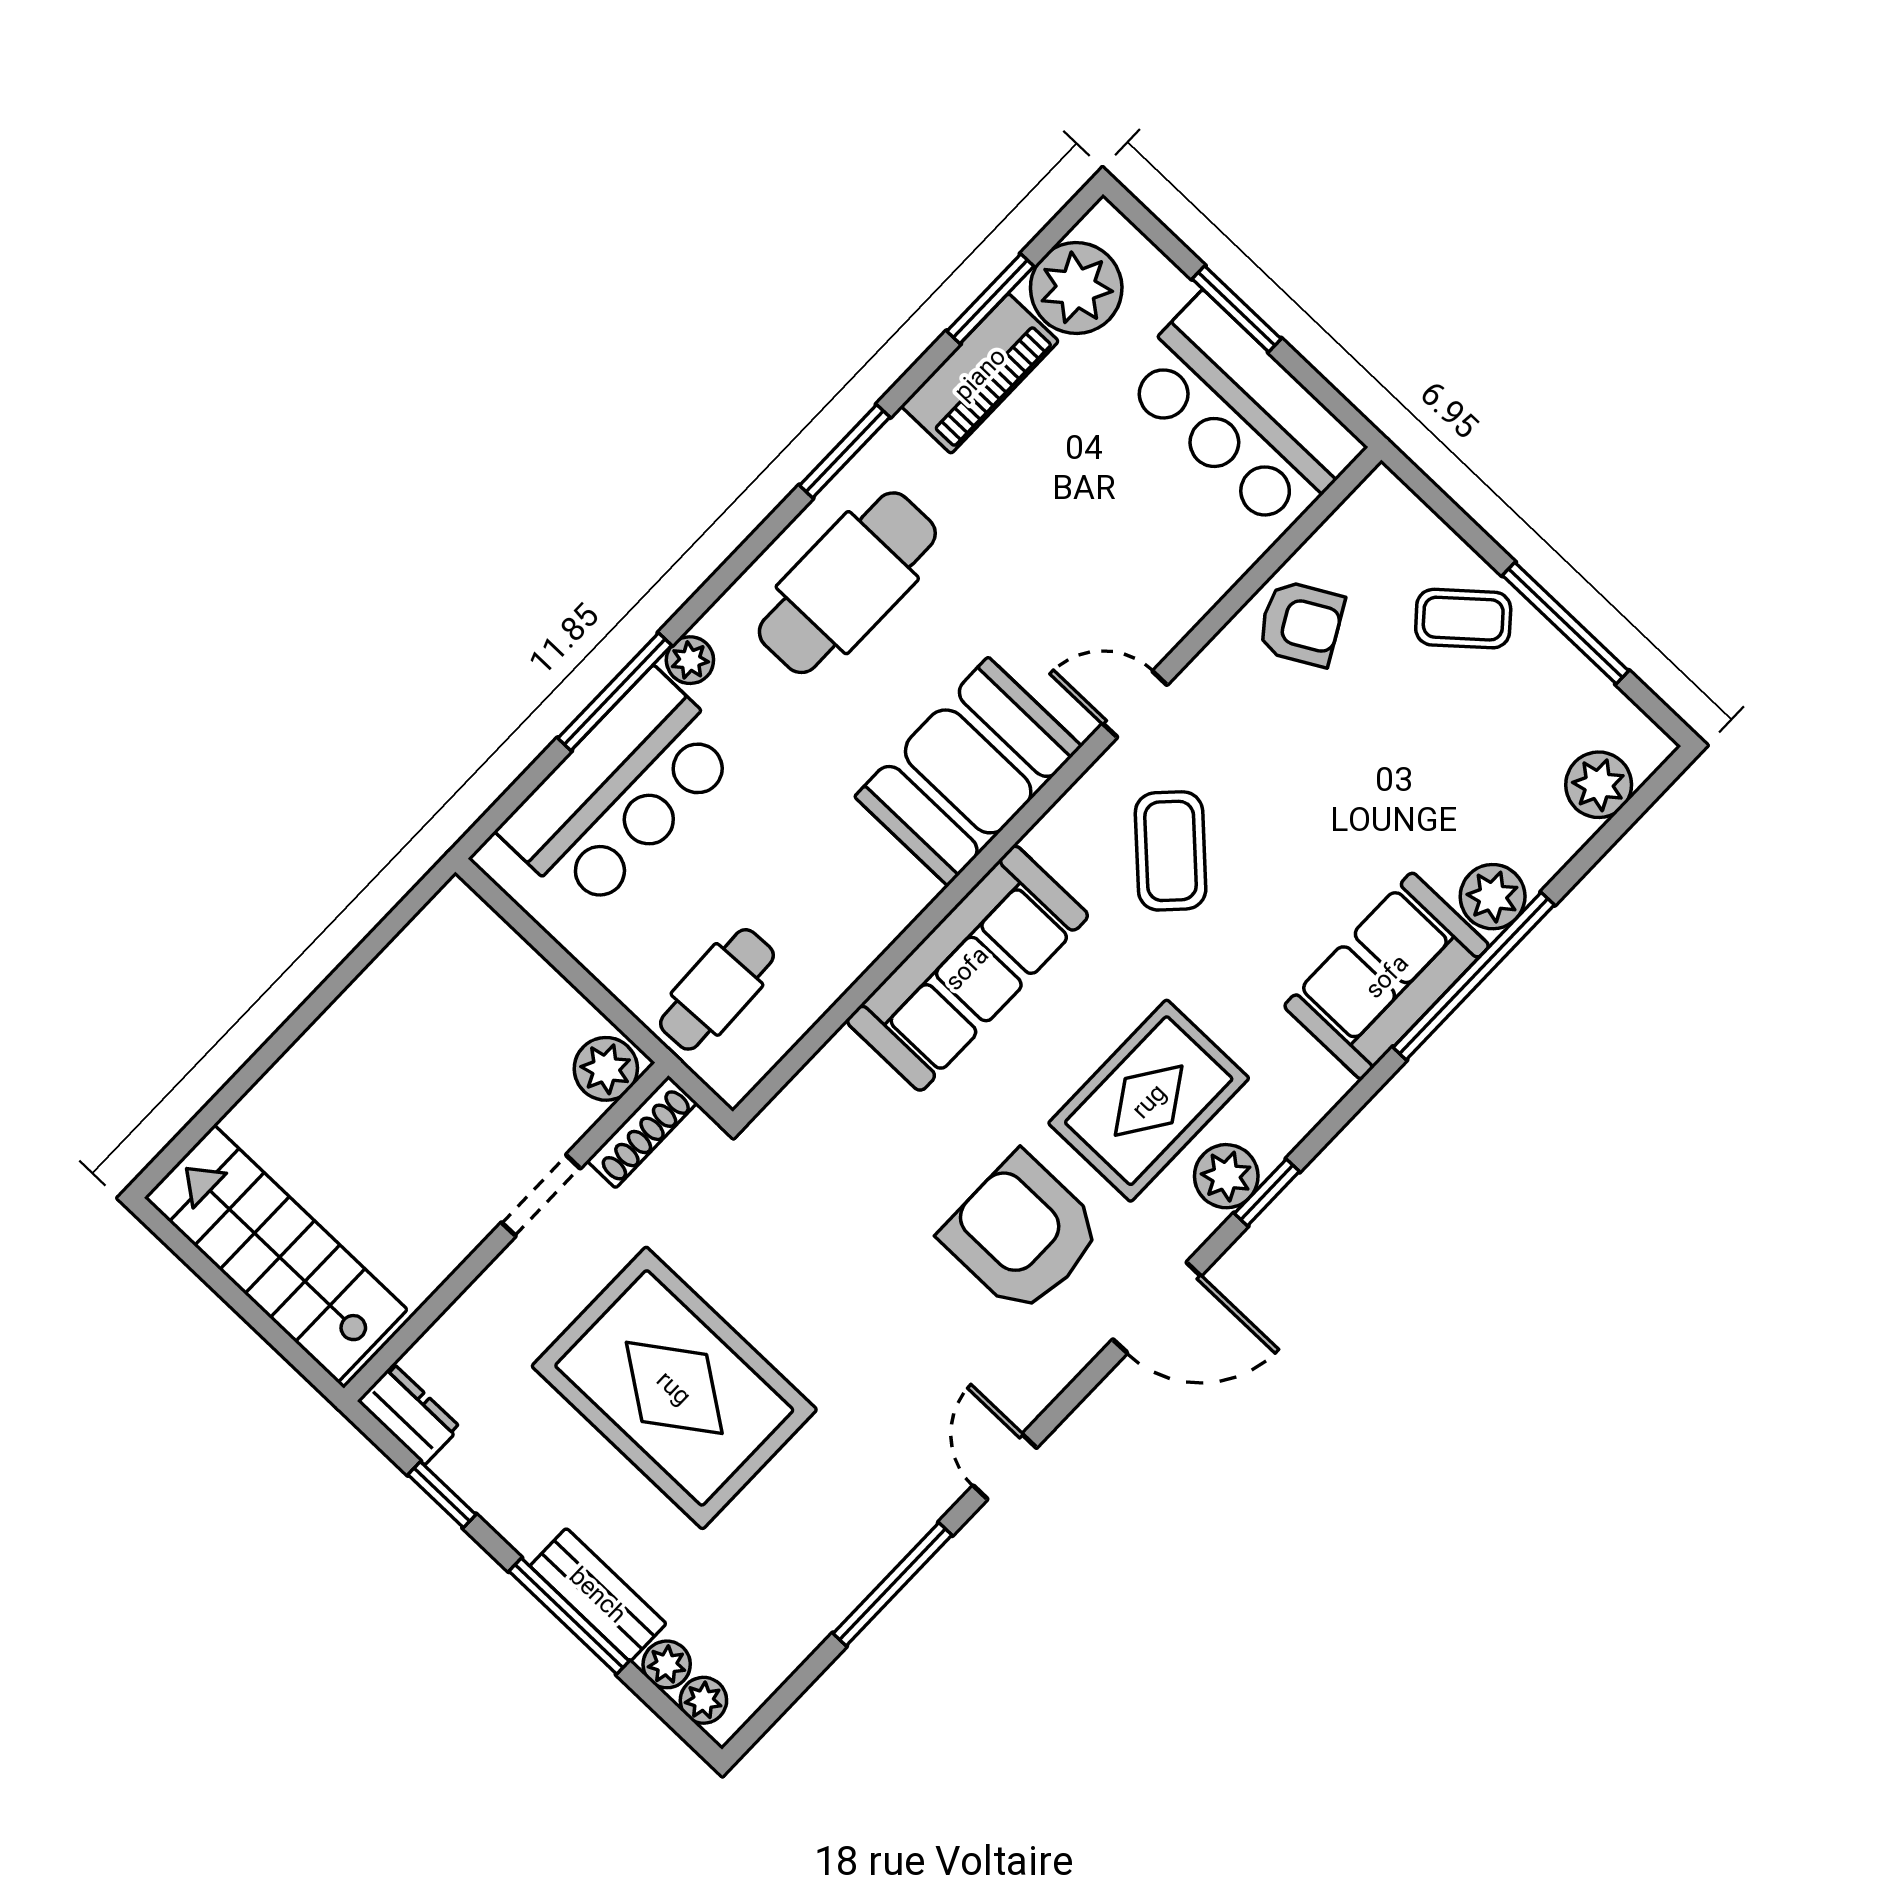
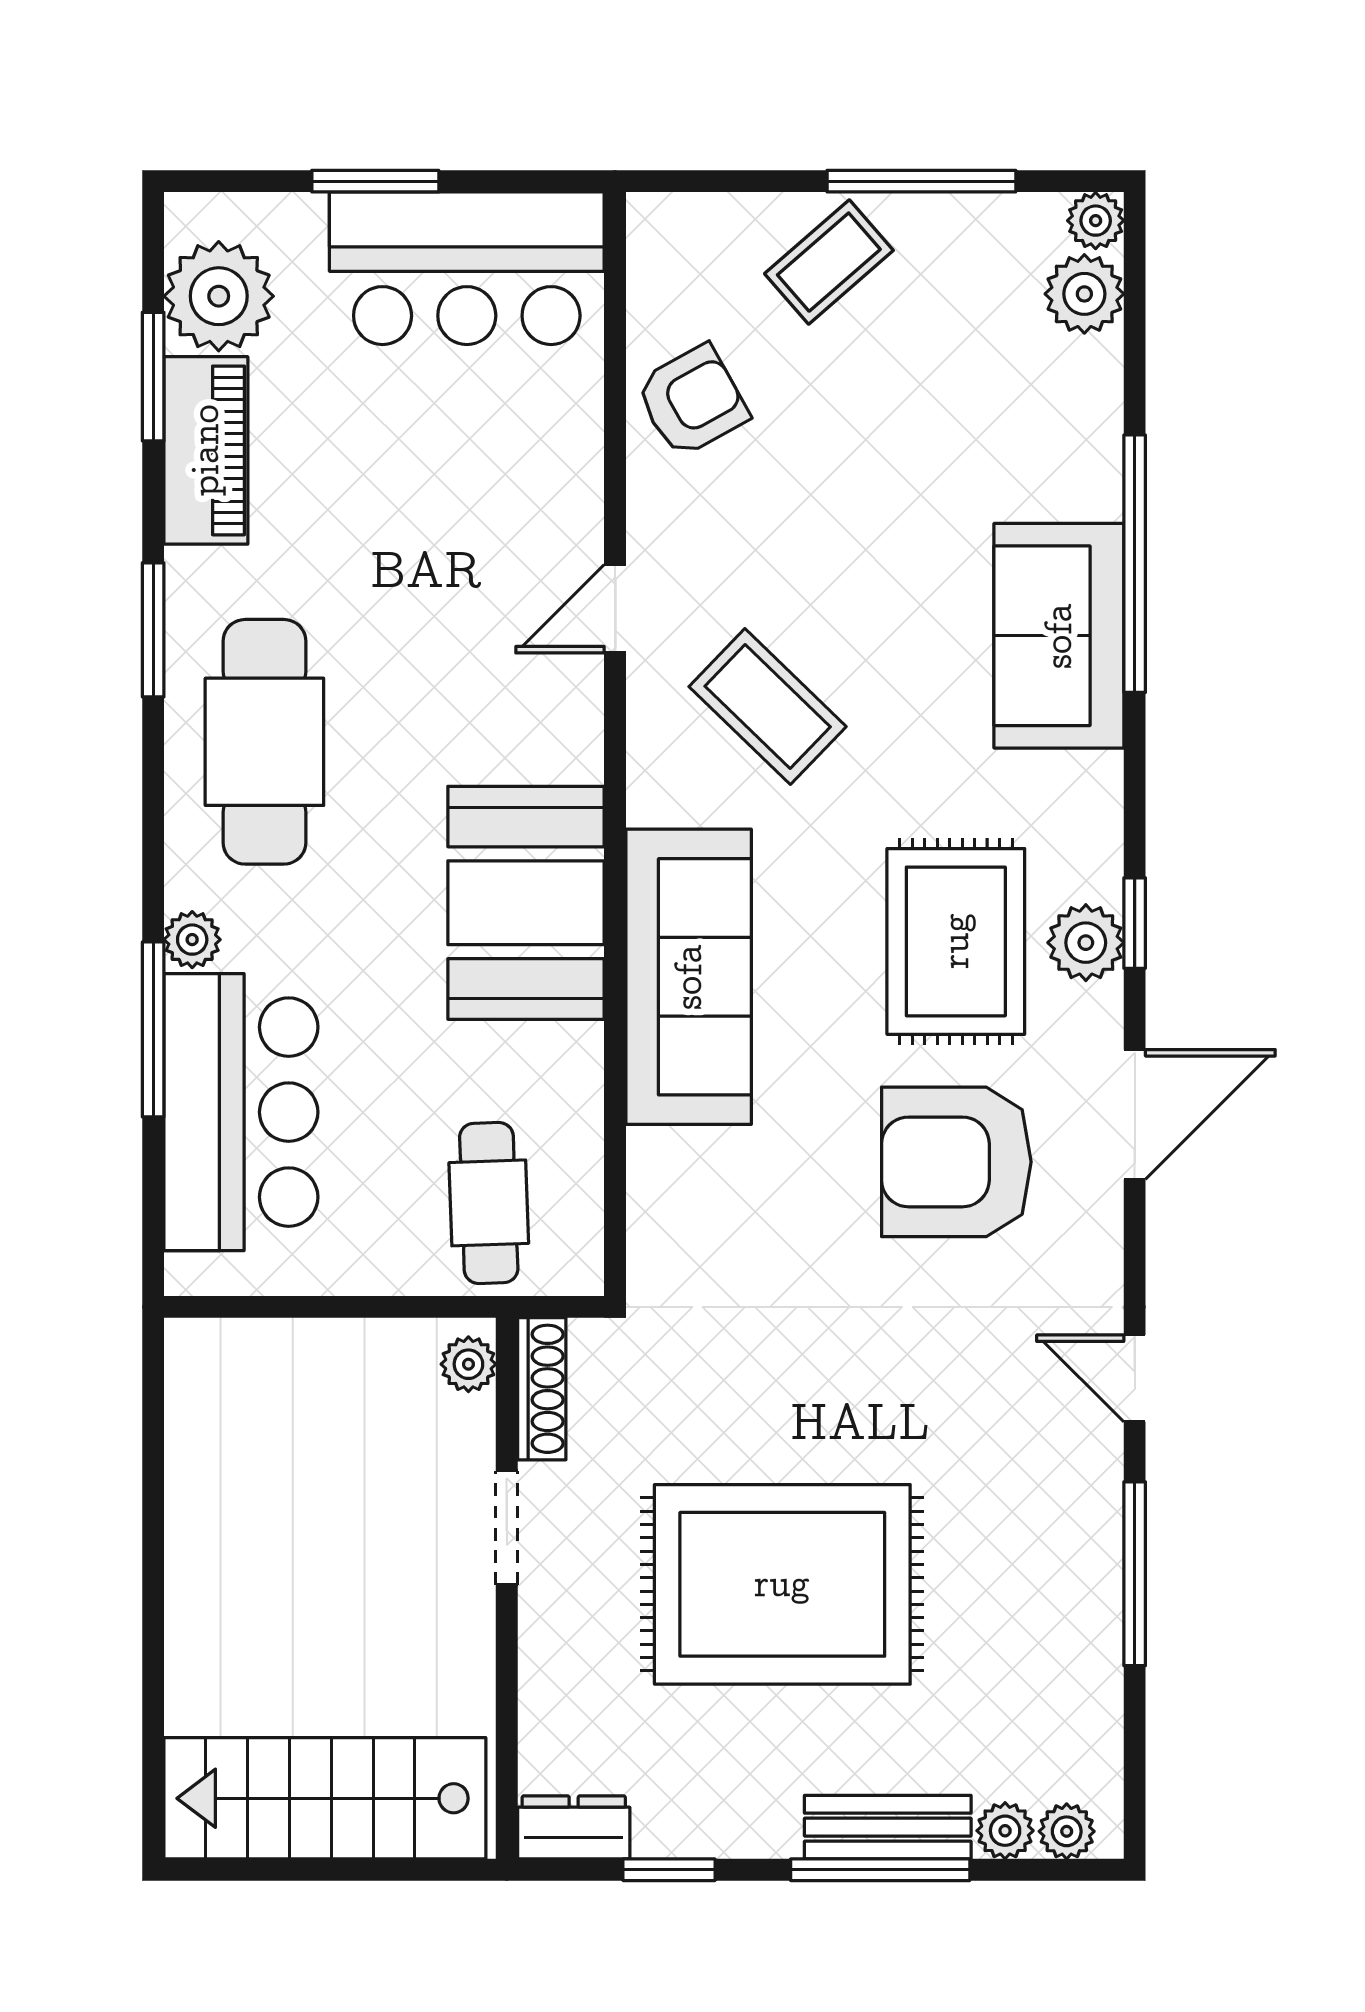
booth: (968, 771) -> (526, 903), moved
plant: (1493, 897) -> (1096, 221), moved, width x0.73, depth x0.73
plant: (606, 1069) -> (468, 1364), width x0.73, depth x0.73

